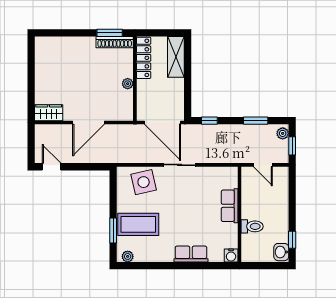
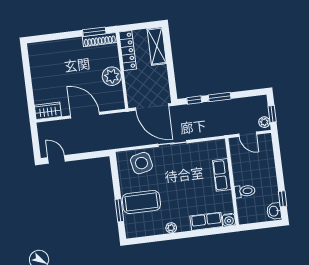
plant: (128, 84) -> (112, 76), width x1.88, depth x1.88
window: (256, 121) -> (220, 97), moved
door: (89, 122) -> (85, 115), swing flipped
plant: (283, 133) -> (264, 122), moved
row of seats: (191, 254) -> (206, 221), moved
plant: (128, 256) -> (171, 228), moved

